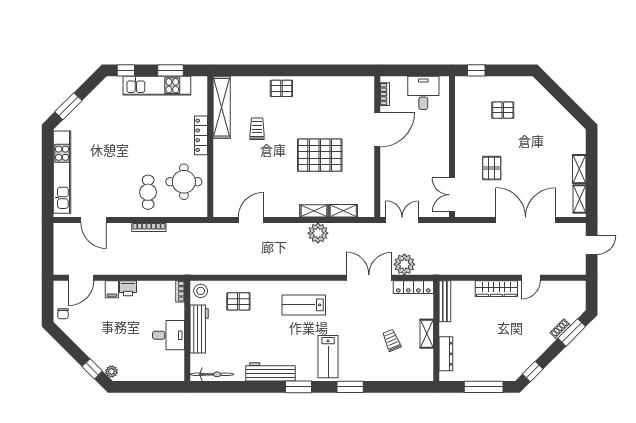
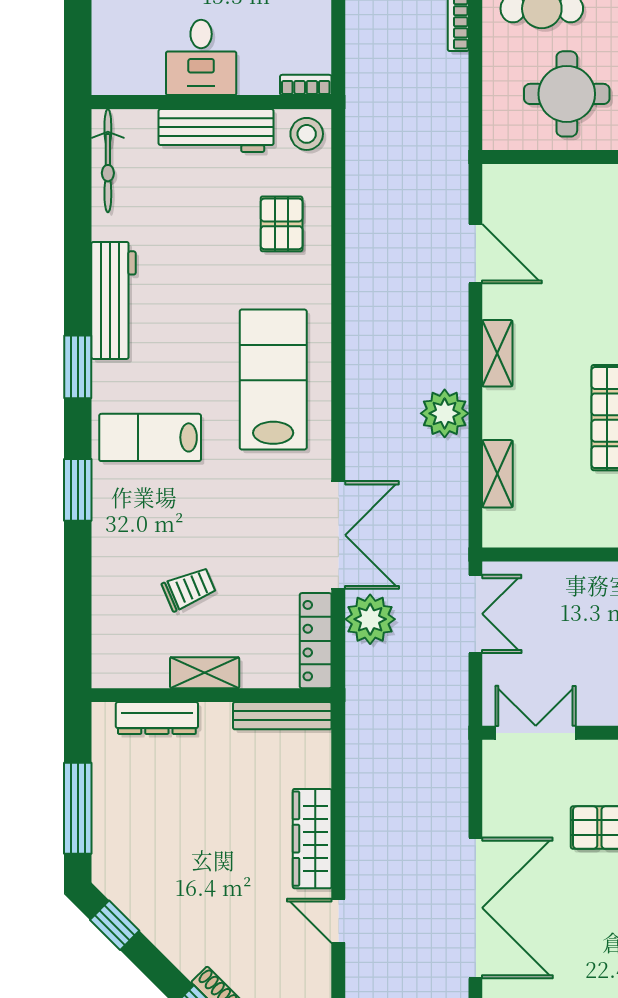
shelving: (314, 211) -> (497, 353), moved
lab bench: (304, 305) -> (273, 380), width x1.36, depth x1.39

